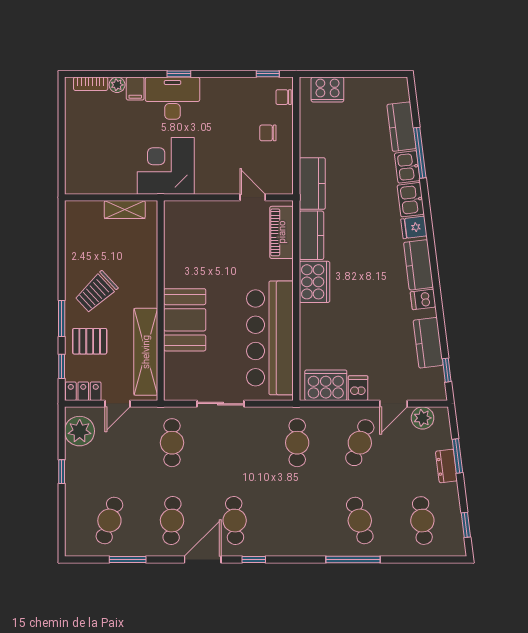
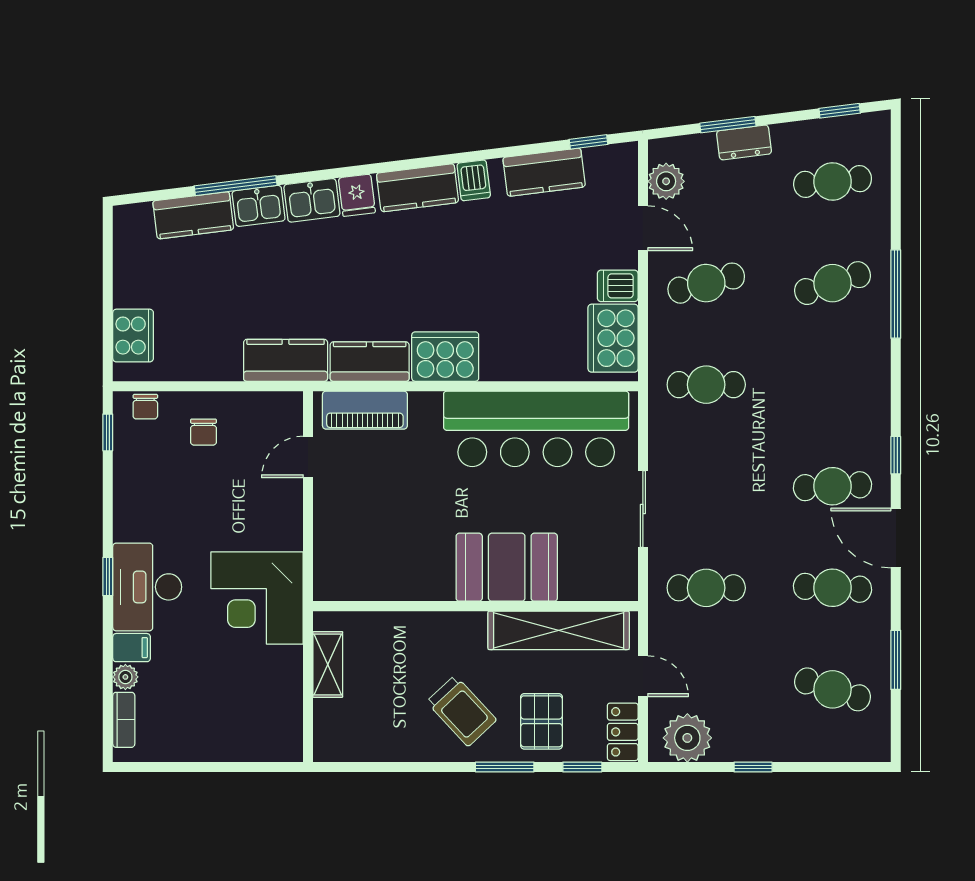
cafe table: (360, 443) -> (706, 283), turned -36

